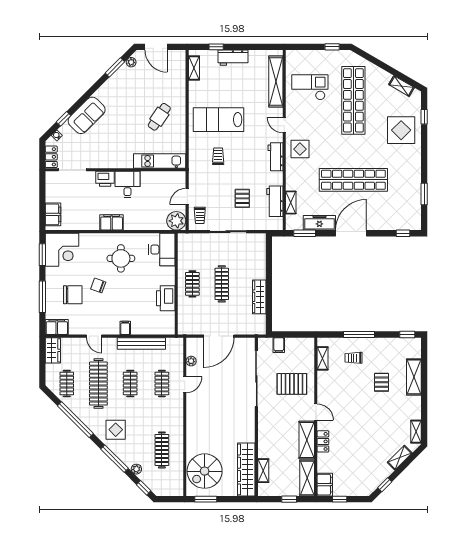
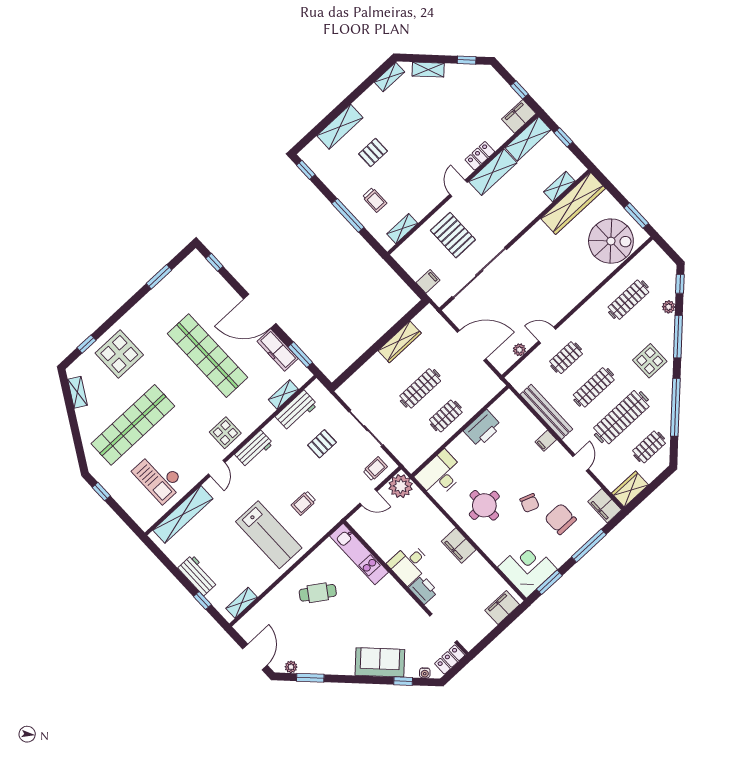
clothes rail: (130, 384) -> (594, 387), width x1.36

